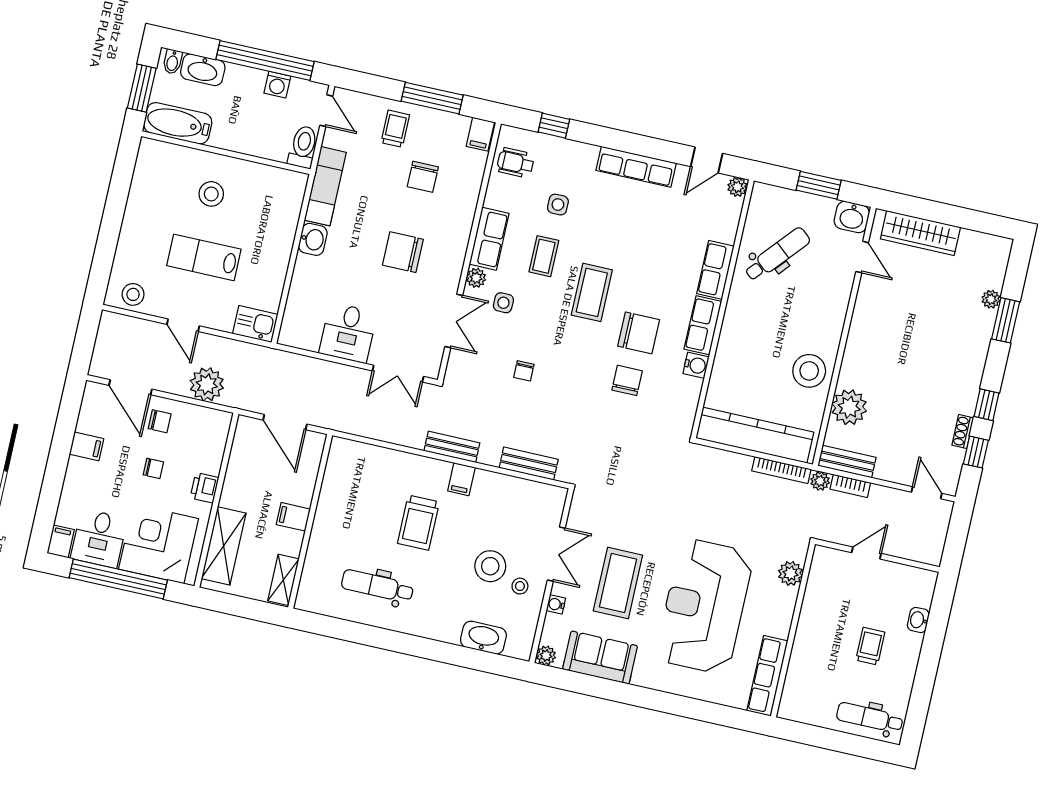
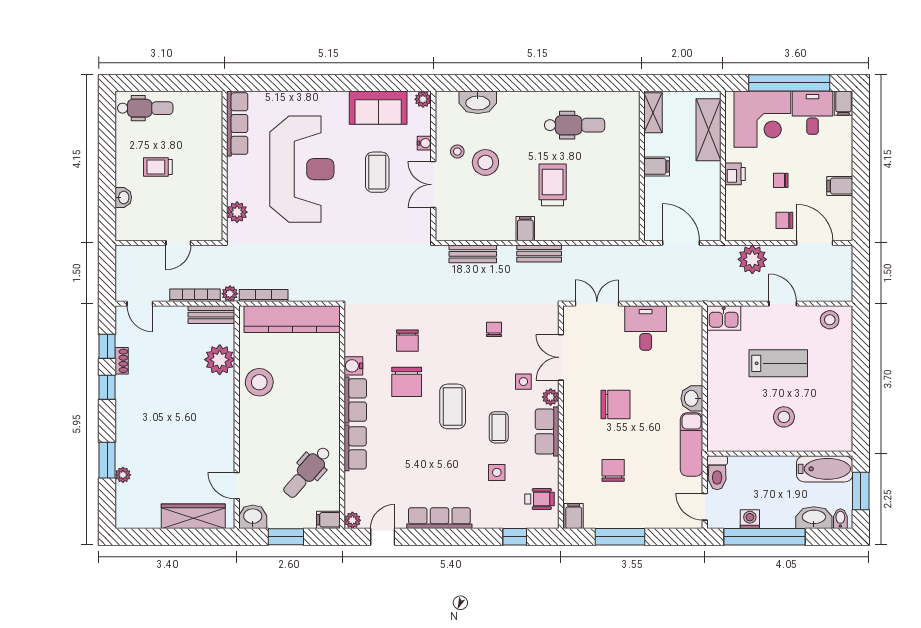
trolley: (395, 129) -> (645, 505), removed
filing cabinet: (765, 194) -> (328, 520), added
chair: (639, 333) -> (407, 382), turned -90
bookcase: (850, 486) -> (195, 295), width x1.56
coffee table: (618, 583) -> (377, 172), width x0.73, depth x0.76
trolley: (870, 646) -> (158, 167), turned 90

